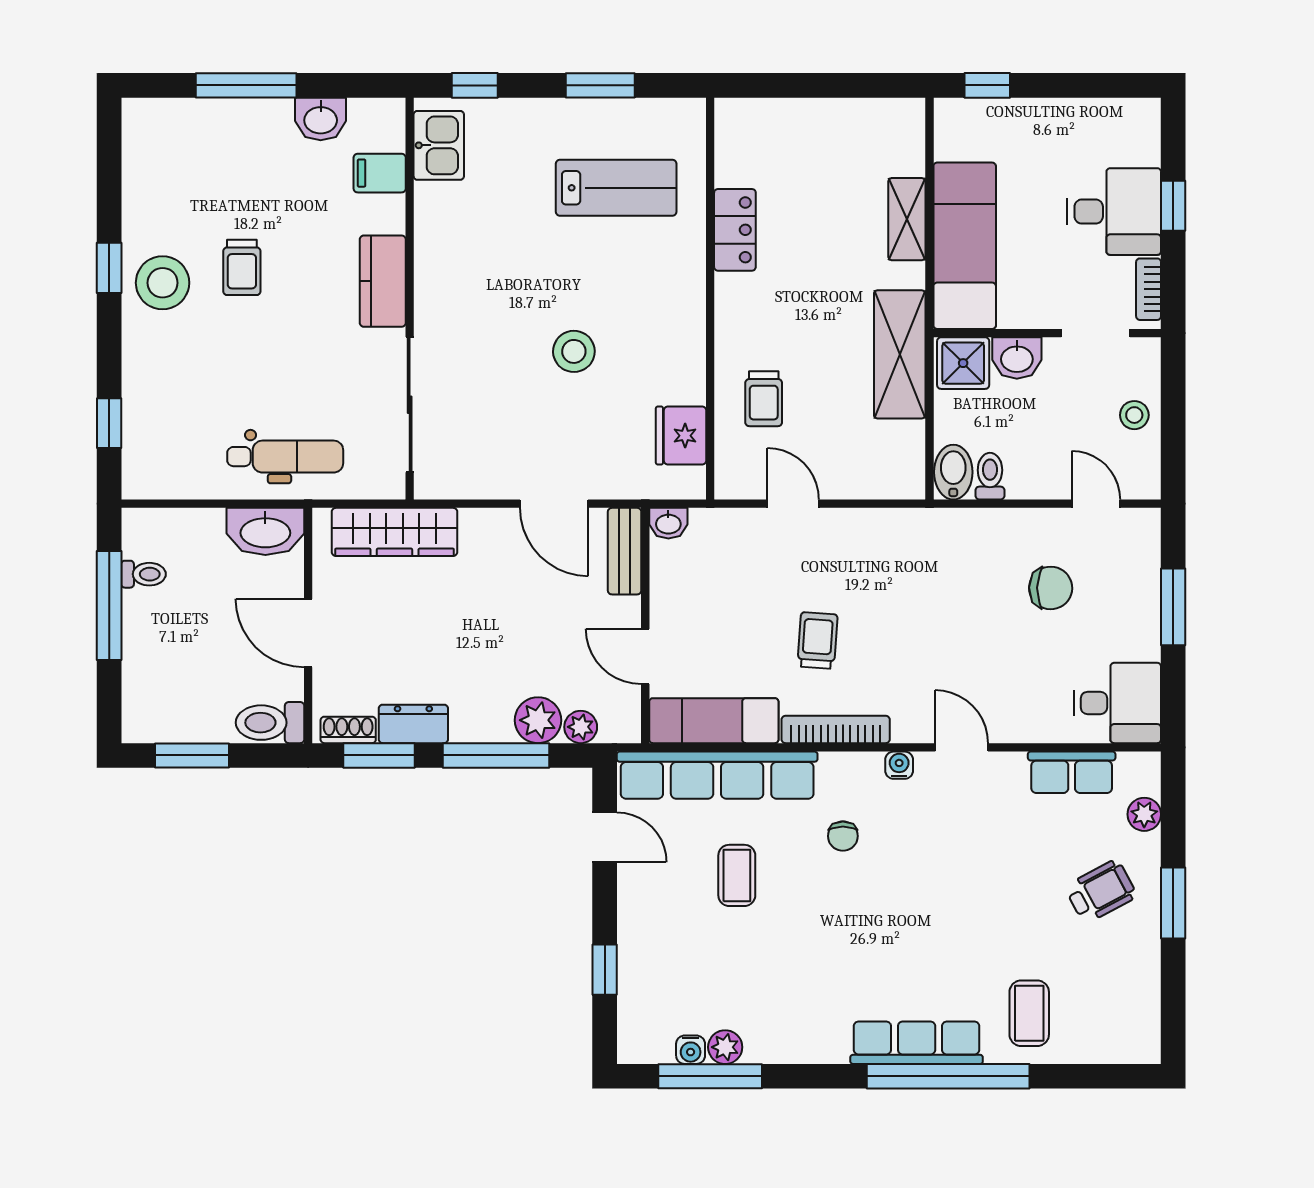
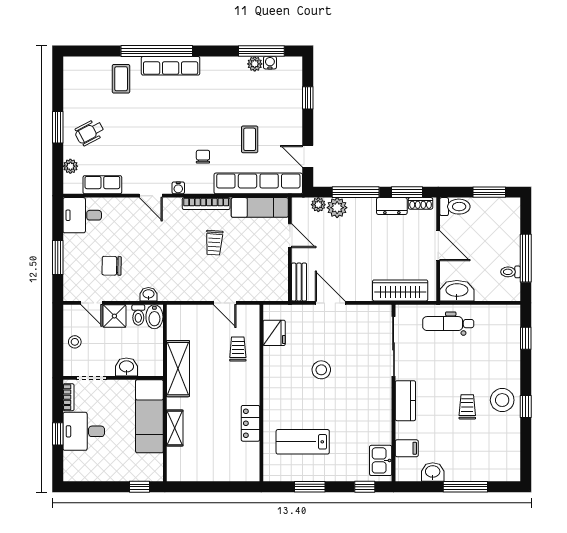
shower: (963, 363) -> (114, 316), moved
washbasin: (668, 523) -> (148, 294), moved

